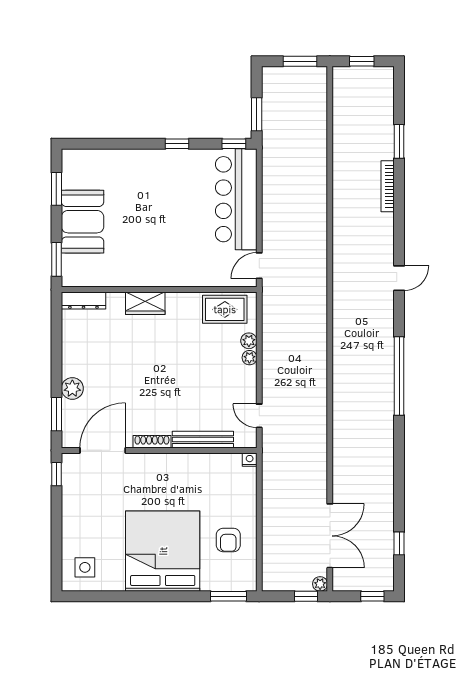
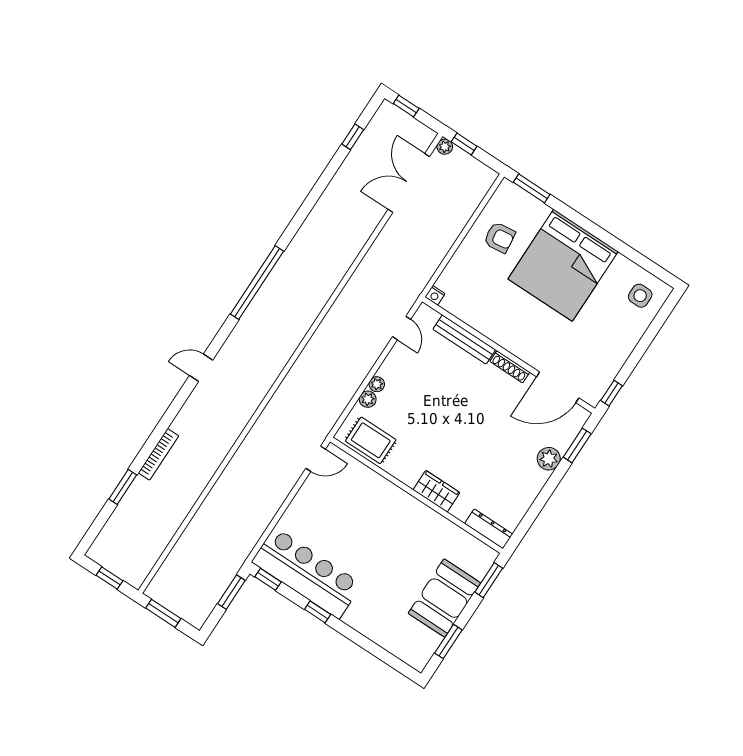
bar counter: (236, 199) -> (307, 573), moved, turned -90
armchair: (228, 540) -> (500, 238), turned 83

